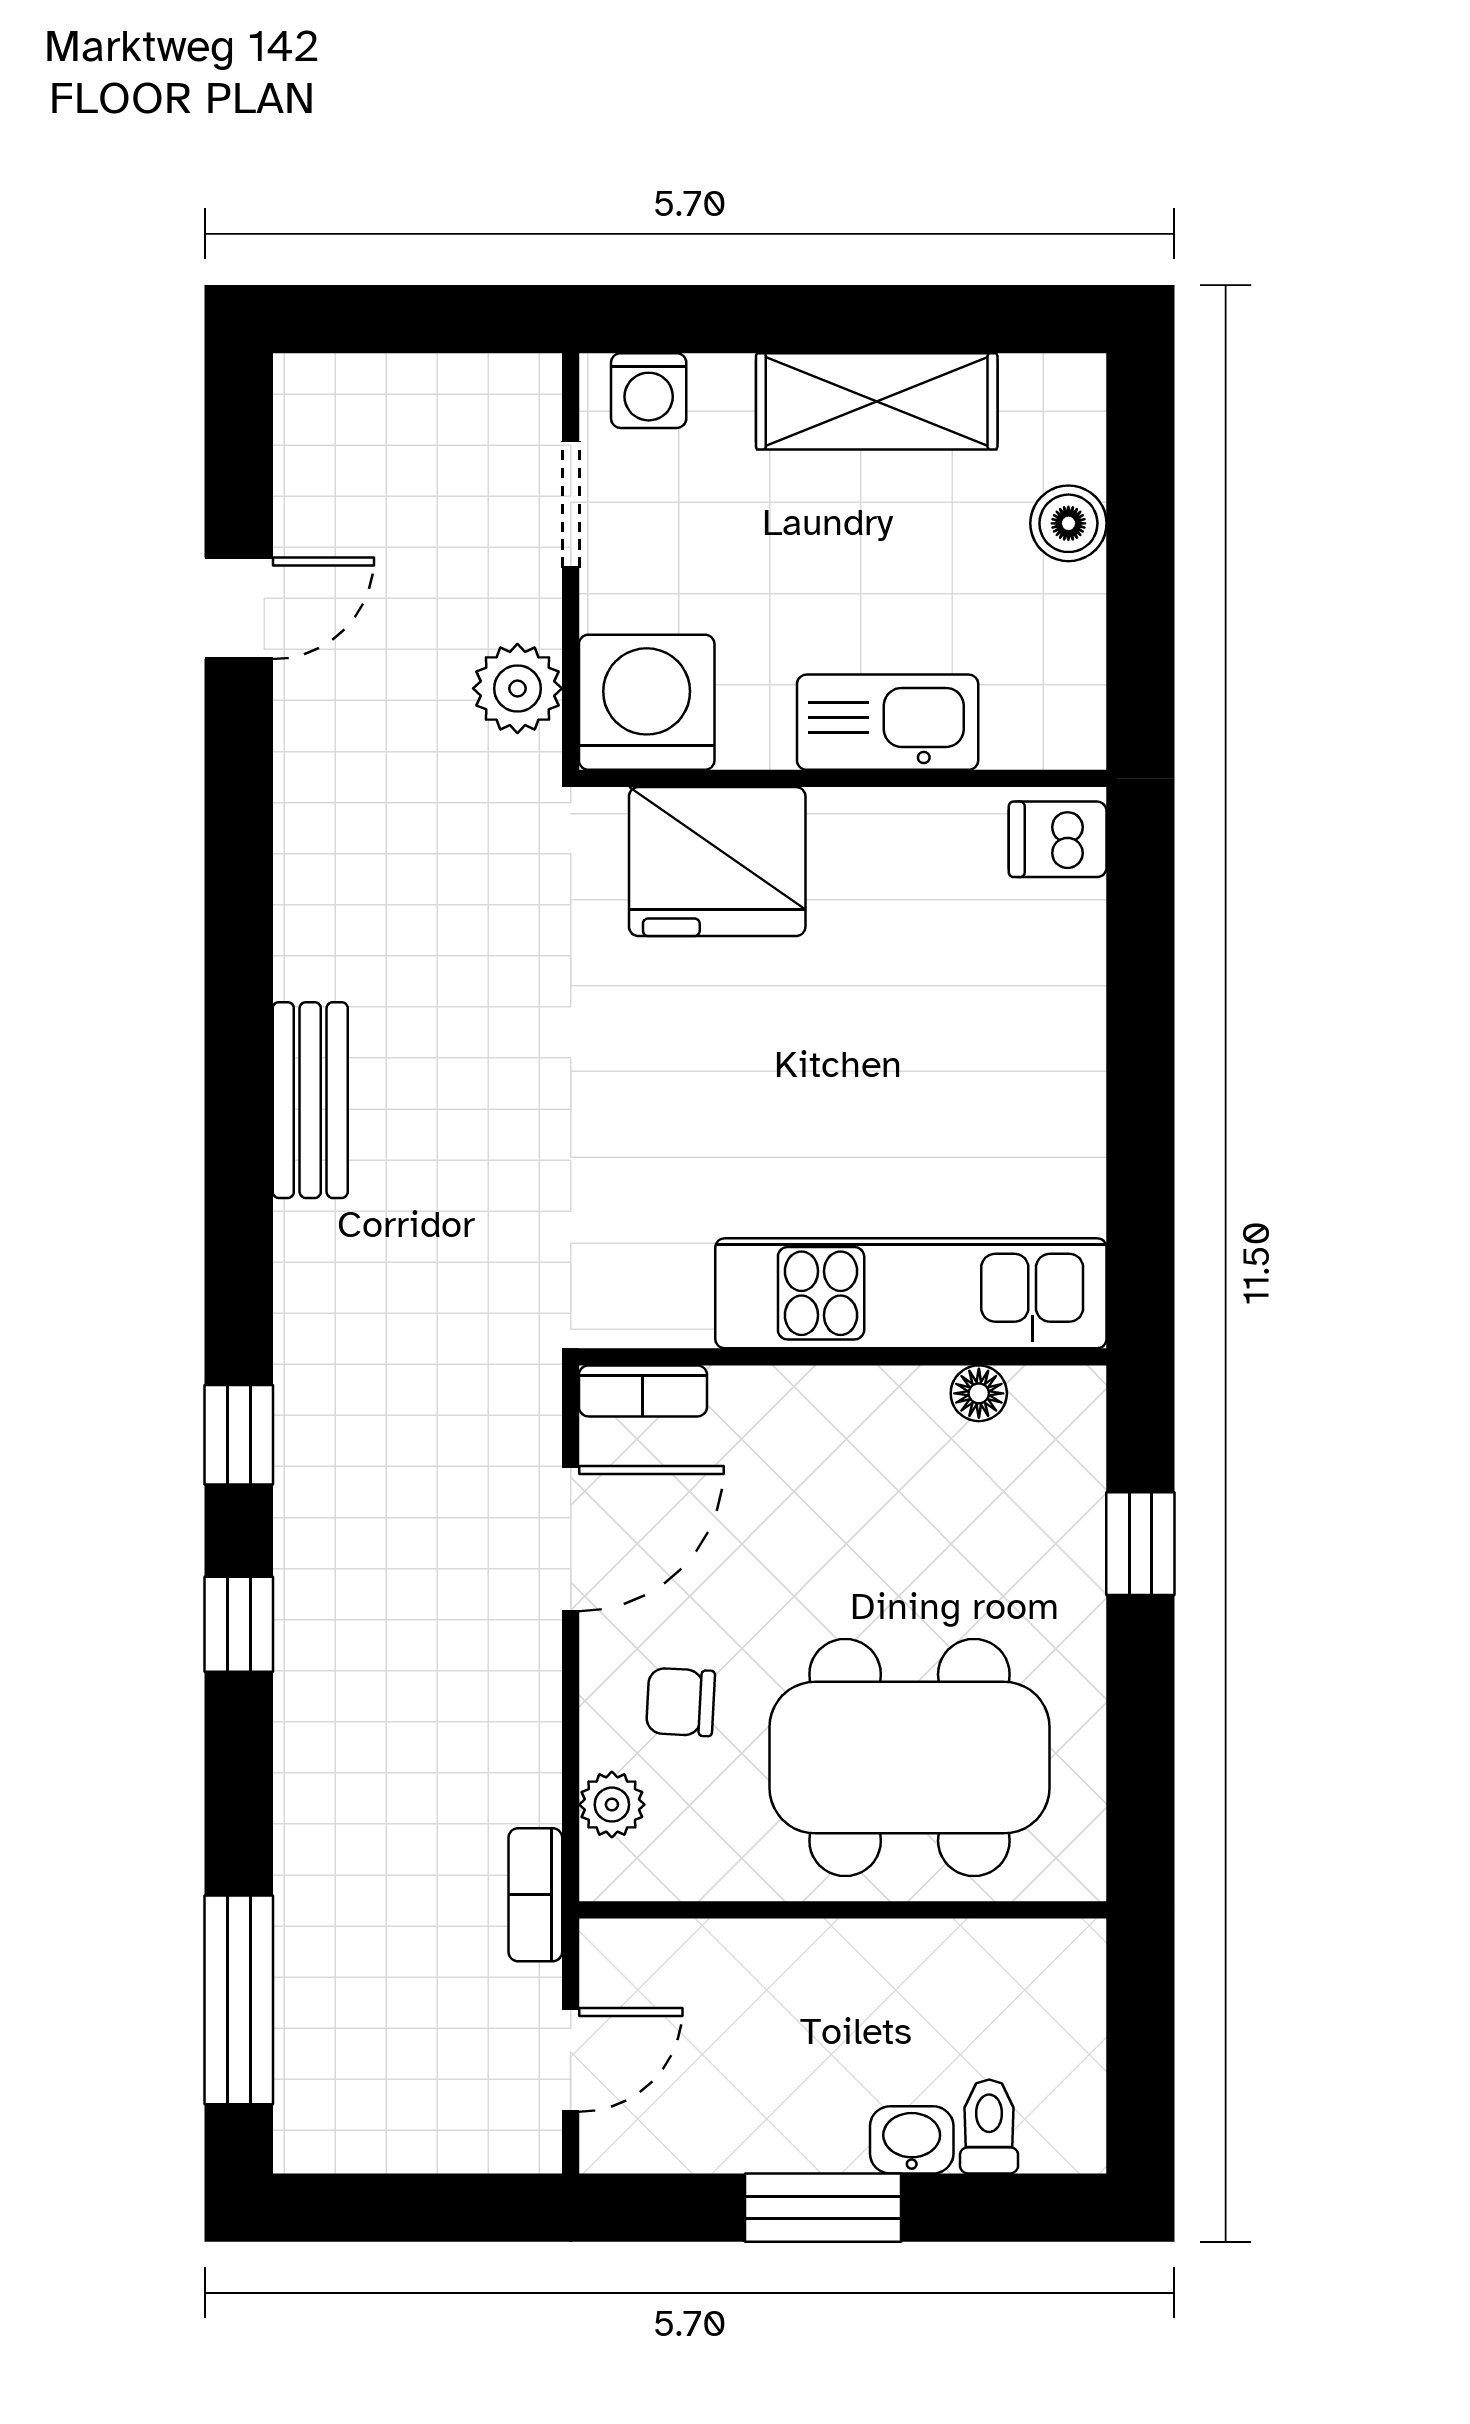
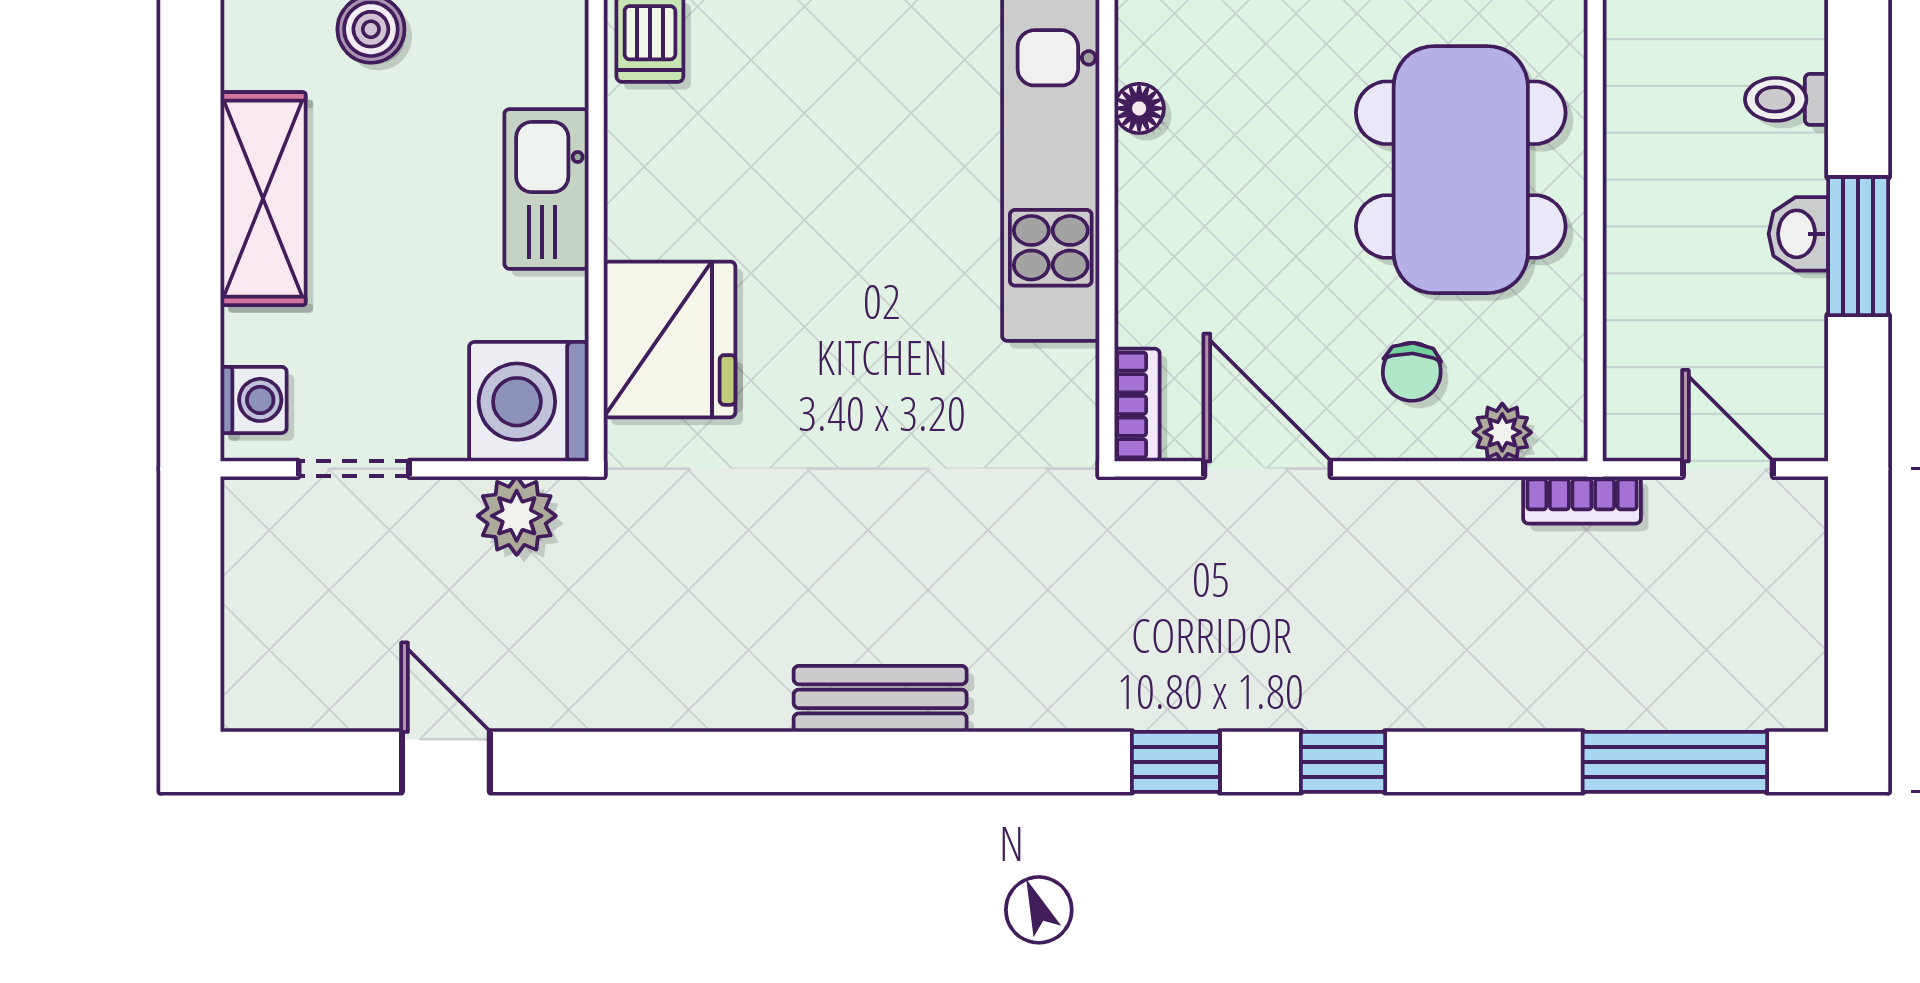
washbasin: (912, 2140) -> (1798, 234), moved

